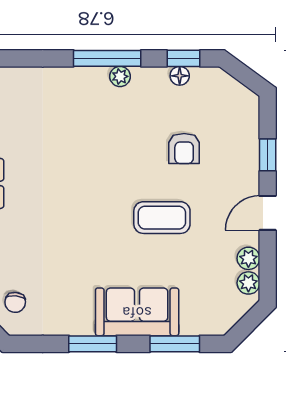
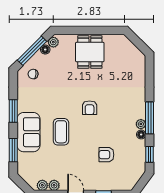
floor lamp: (180, 76) -> (141, 134), moved
armchair: (86, 184) -> (90, 108), added
coffee table: (162, 218) -> (61, 132), moved

